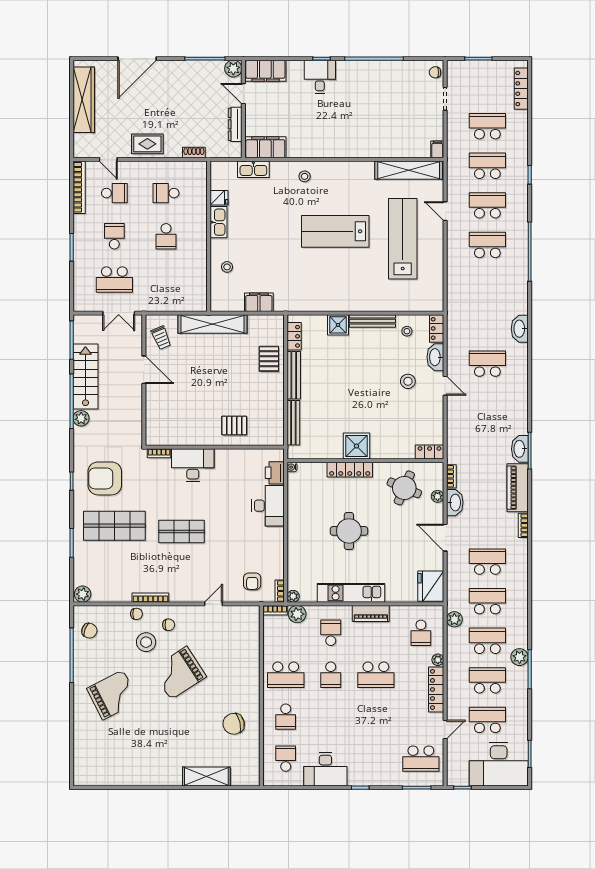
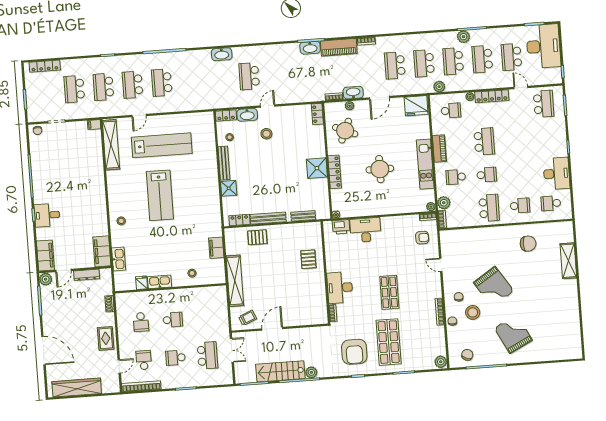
lab bench: (403, 239) -> (162, 145), turned 180
bench: (293, 423) -> (303, 216), width x0.73
chair: (234, 724) -> (528, 244), turned -77

